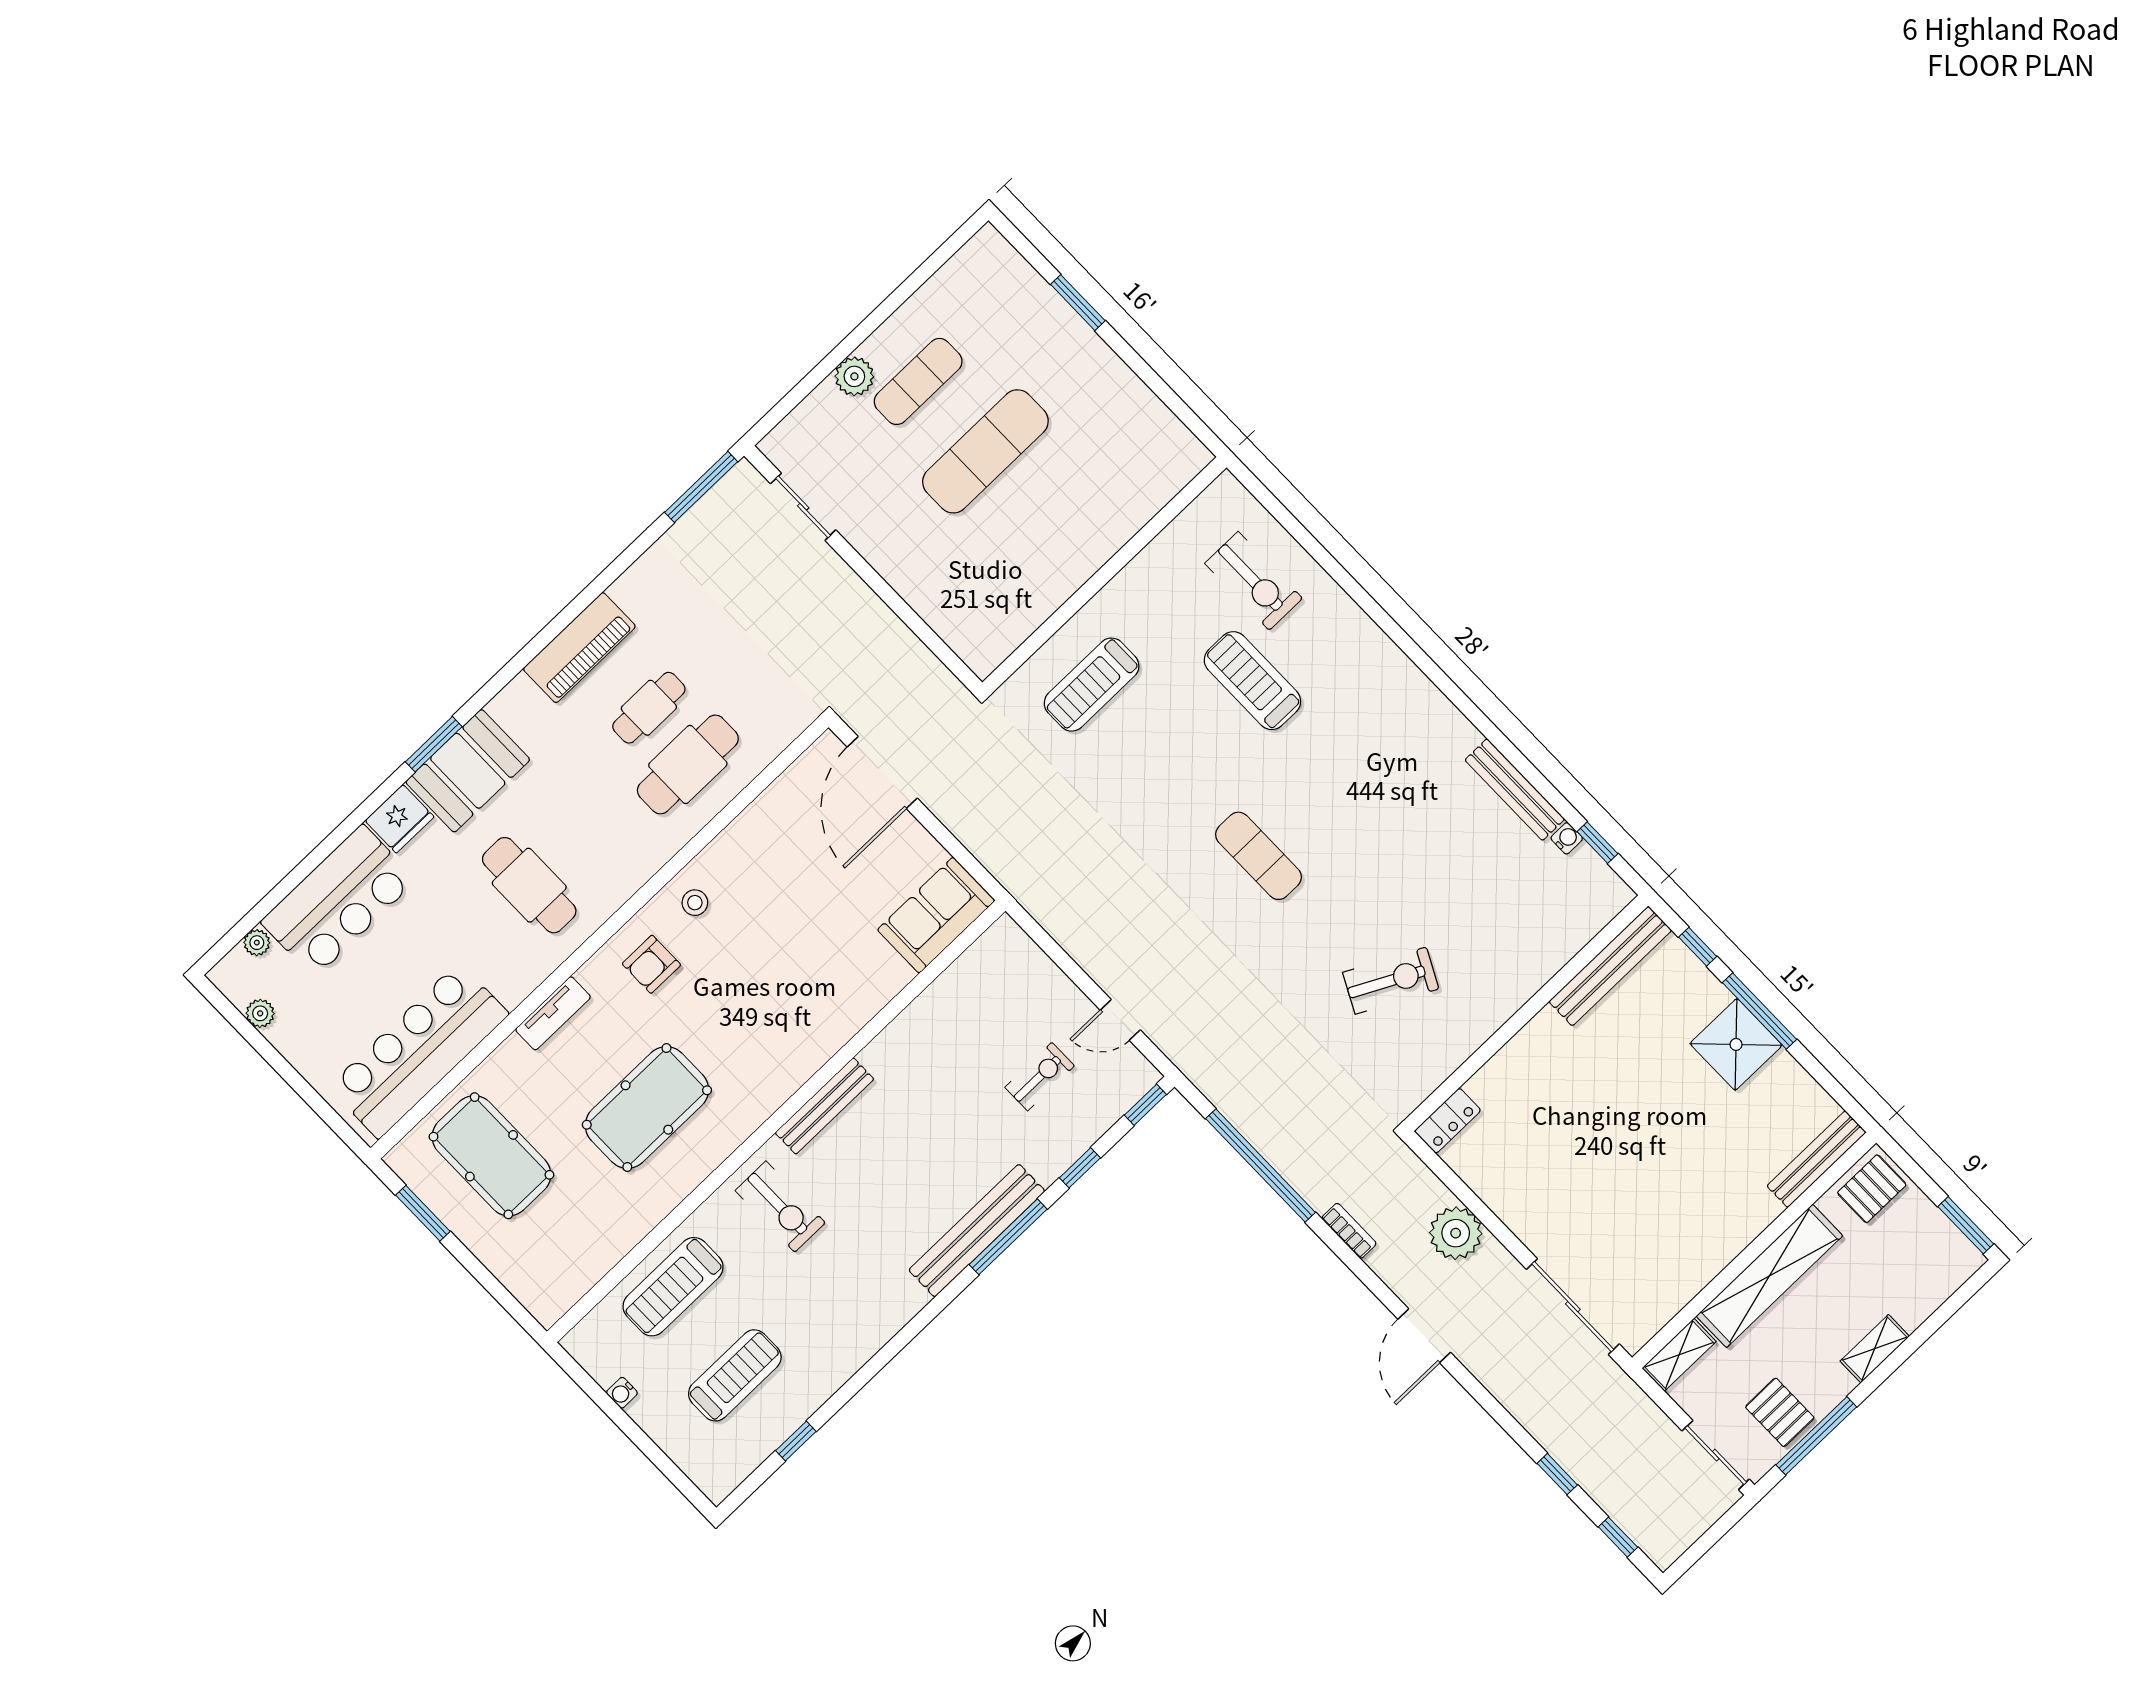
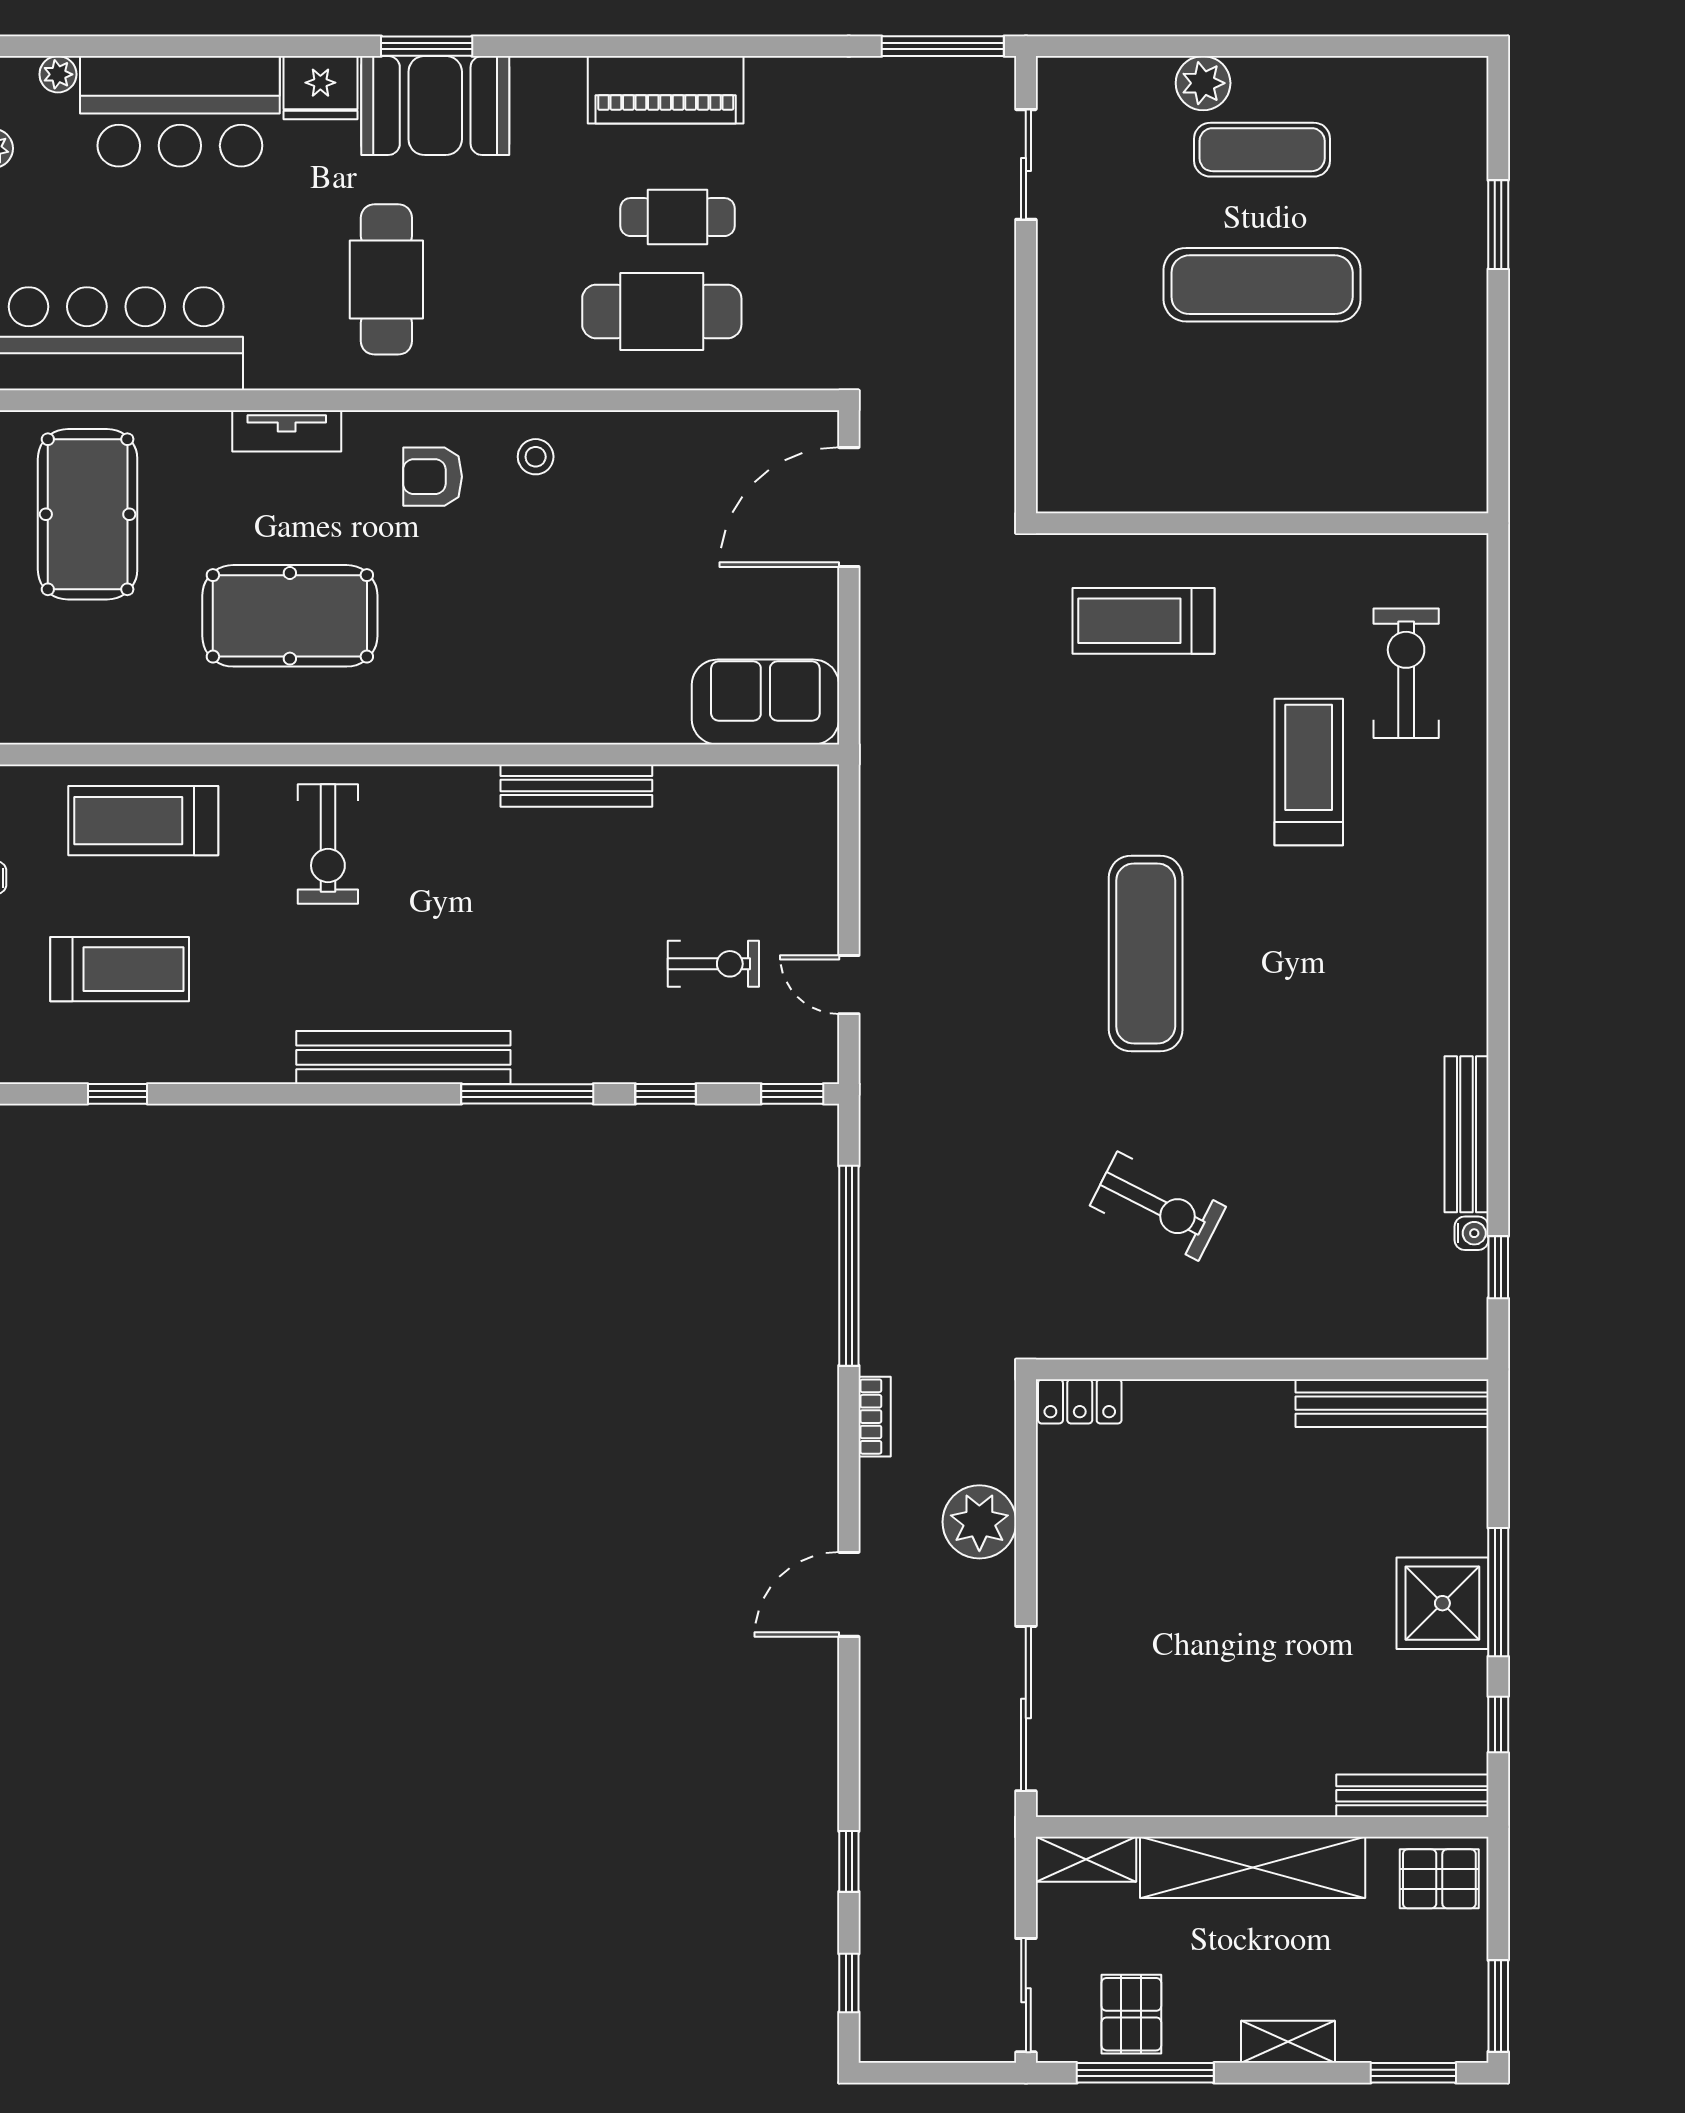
exercise bike: (1254, 581) -> (1406, 673), turned 180
exercise mat: (1259, 856) -> (1146, 953), width x1.36, depth x1.45
window: (1698, 947) -> (1498, 1725), moved
bench: (824, 1106) -> (576, 786), moved
bench: (977, 1231) -> (403, 1057), moved
window: (1955, 1302) -> (1413, 2073), added

